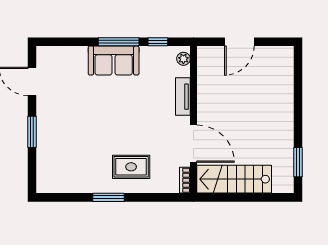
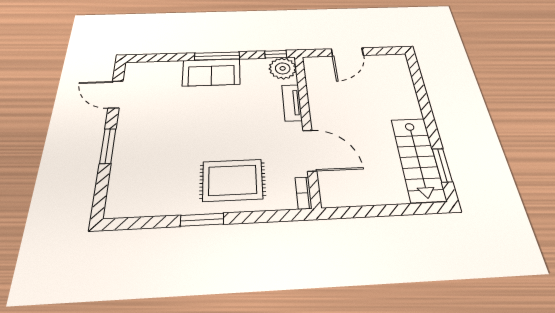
window: (158, 42) -> (276, 54), moved
plant: (183, 59) -> (283, 68), width x1.87, depth x1.87
rug: (131, 167) -> (233, 180), width x1.36, depth x1.43
stairs: (234, 179) -> (418, 159), moved, turned -90

